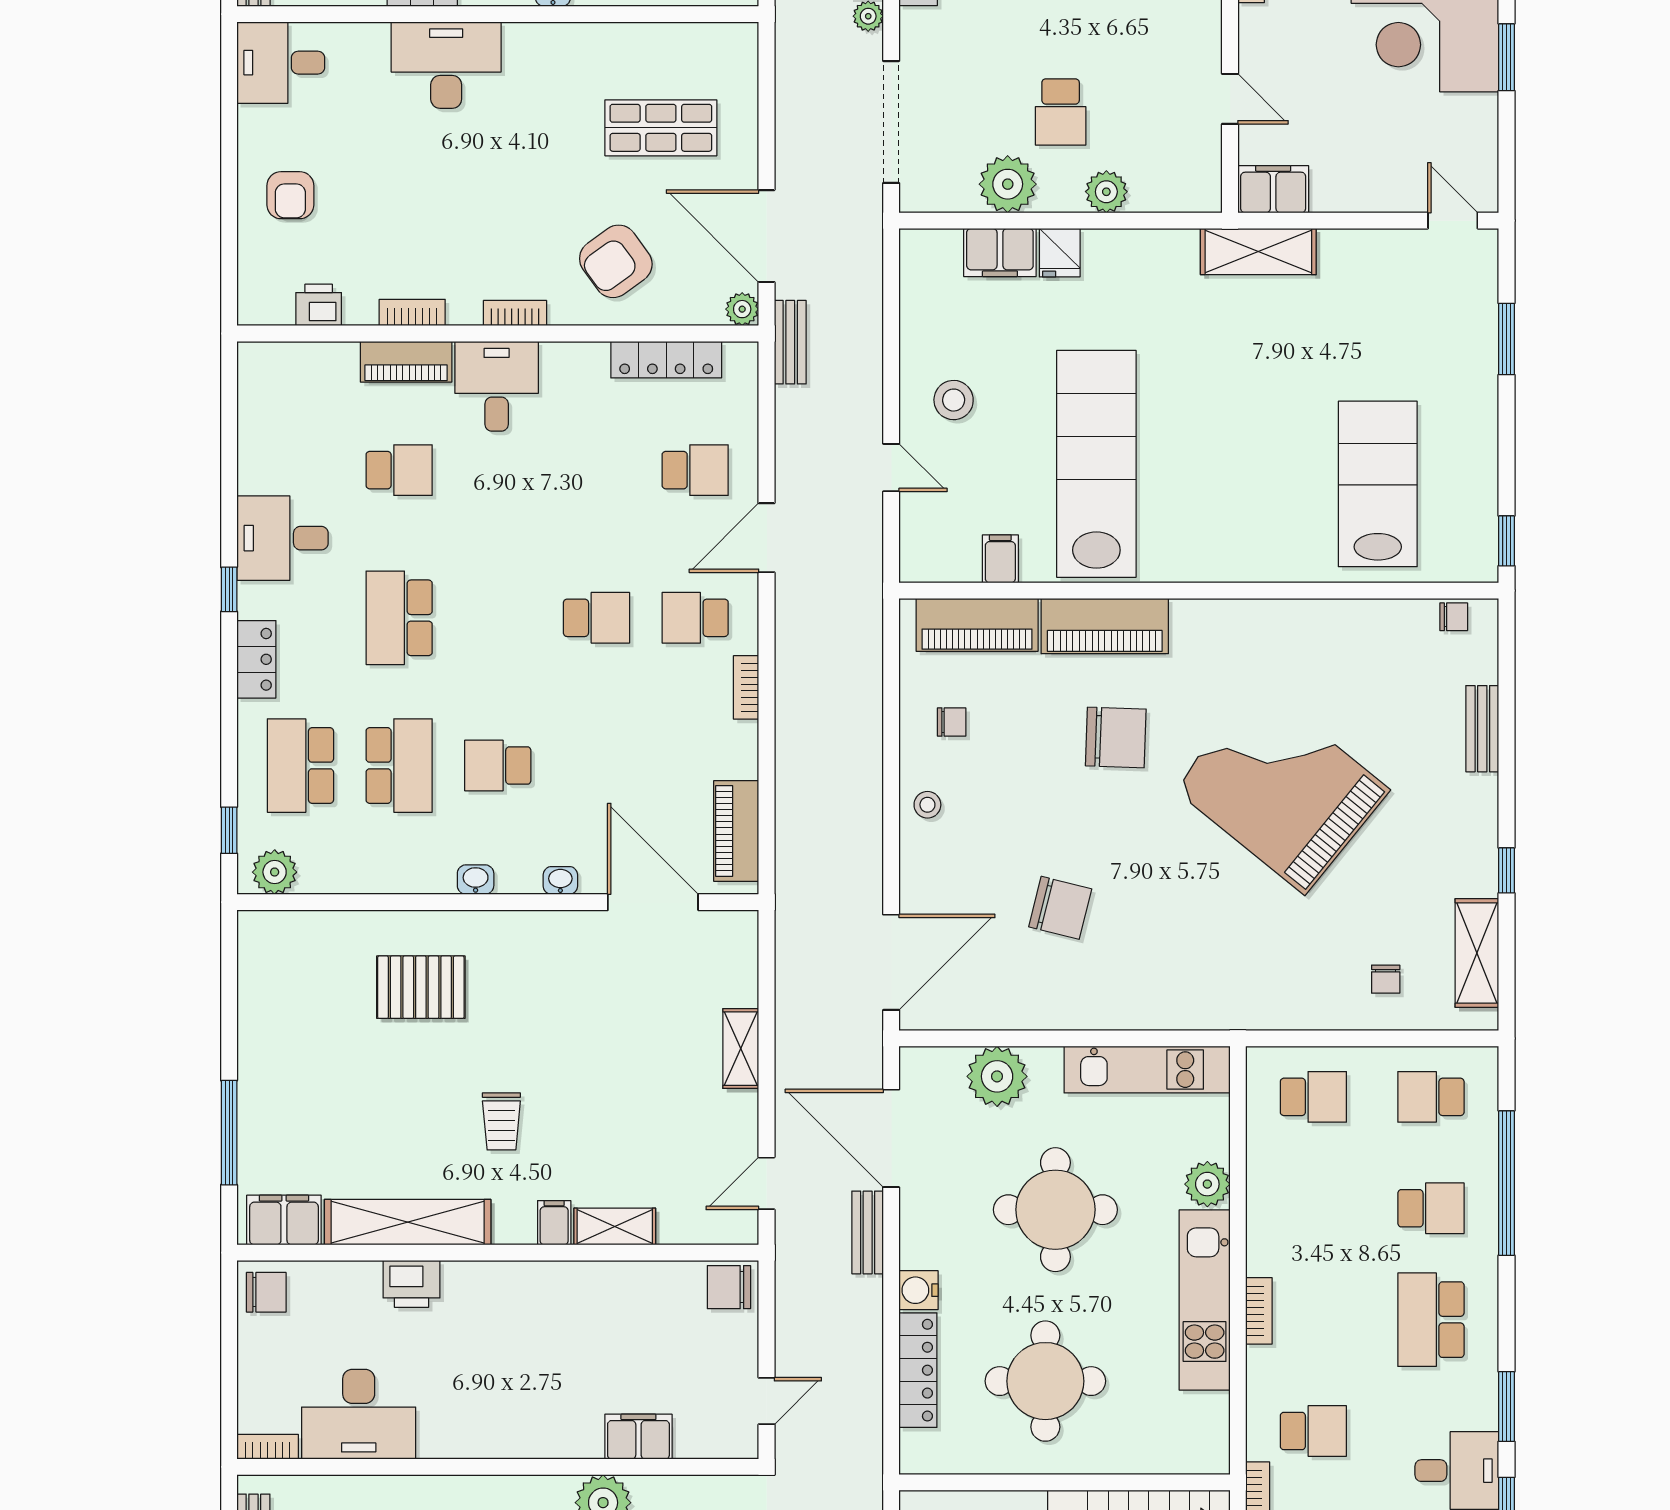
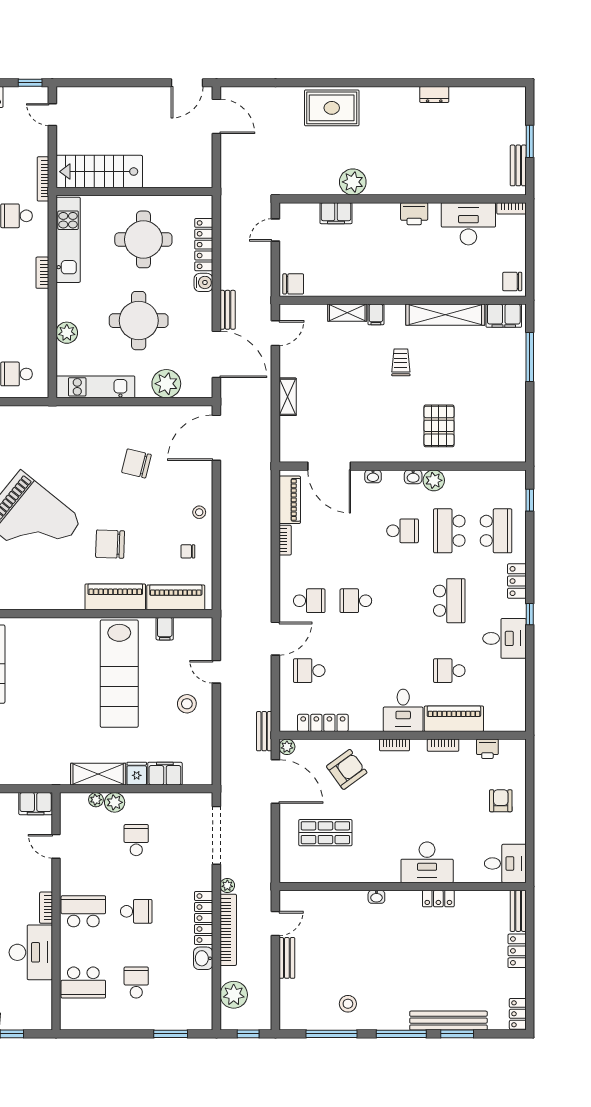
plant: (1008, 184) -> (96, 800), moved, width x0.53, depth x0.53
shelving: (1258, 251) -> (98, 774), moved
piano: (406, 362) -> (454, 719), width x1.37, depth x1.33
bookcase: (746, 687) -> (285, 540), moved
plant: (275, 872) -> (434, 480), moved
pallet: (421, 987) -> (439, 426), turned 90
printer: (412, 1284) -> (414, 214), moved, turned 180
kitchen unit: (1205, 1300) -> (68, 240), moved

